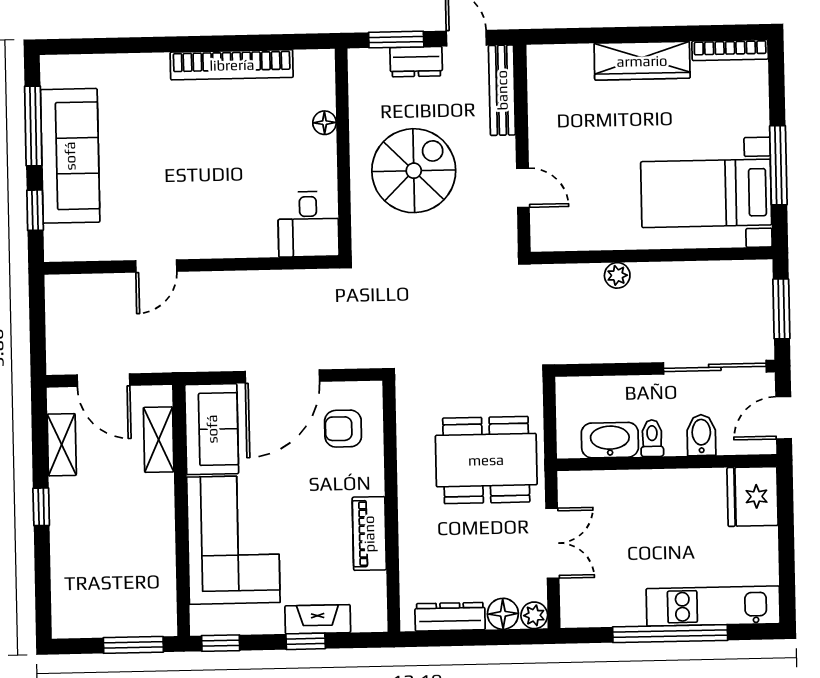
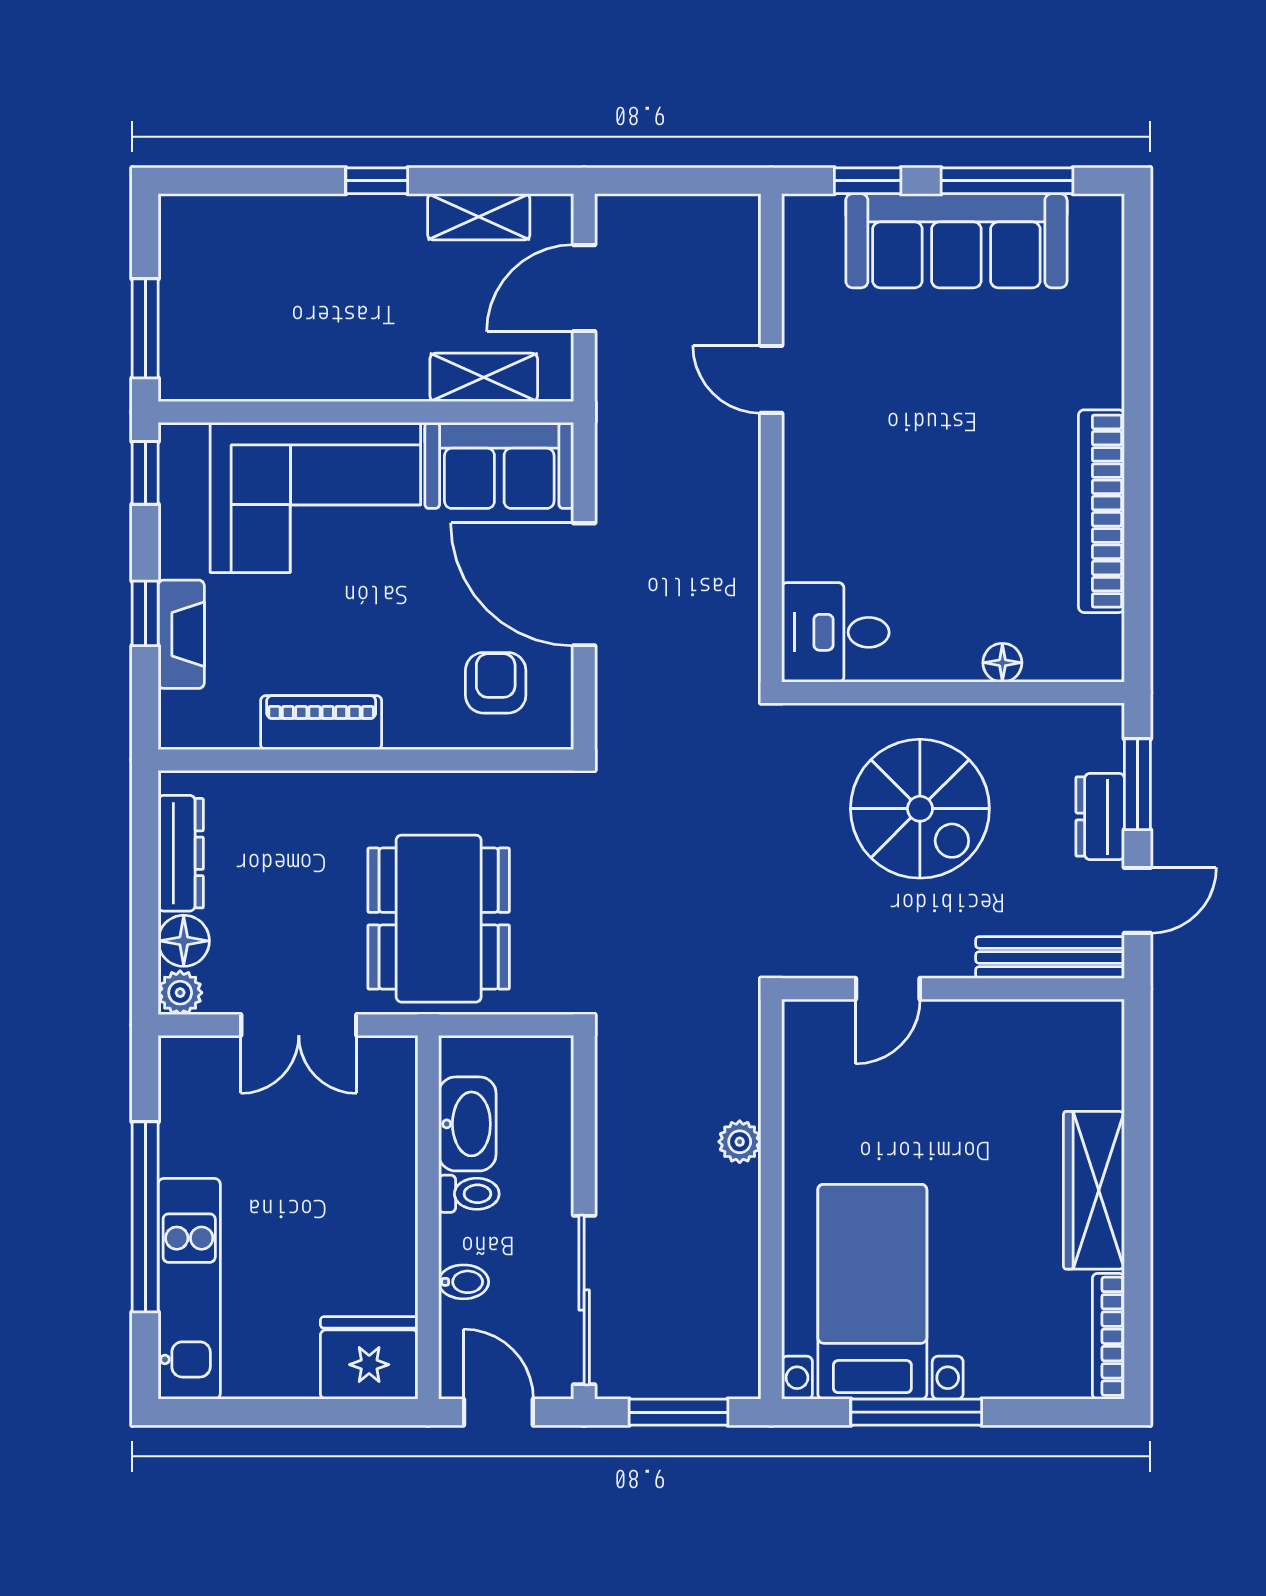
bidet: (701, 435) -> (464, 1282), width x0.72, depth x0.74

